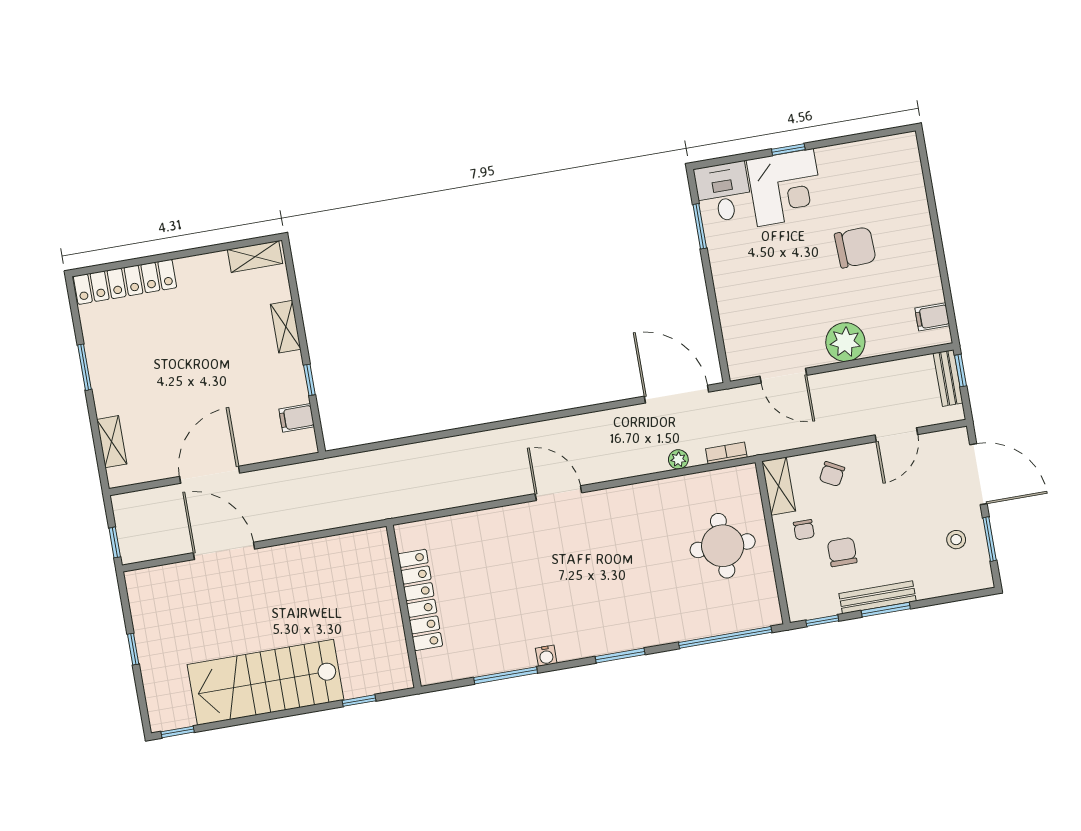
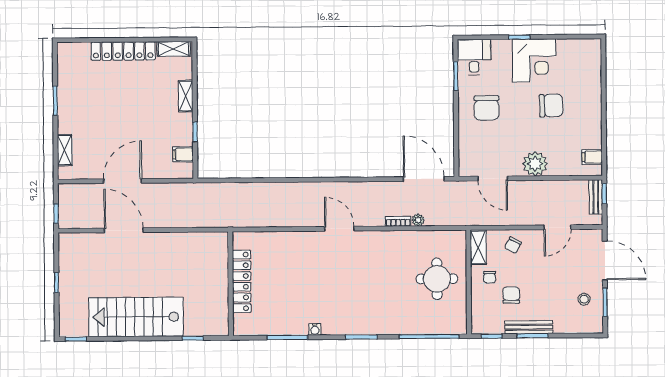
corner desk: (785, 188) -> (534, 61), moved
chair: (756, 268) -> (486, 108), added
locker: (125, 282) -> (123, 51), moved
bookcase: (726, 453) -> (398, 221), moved

